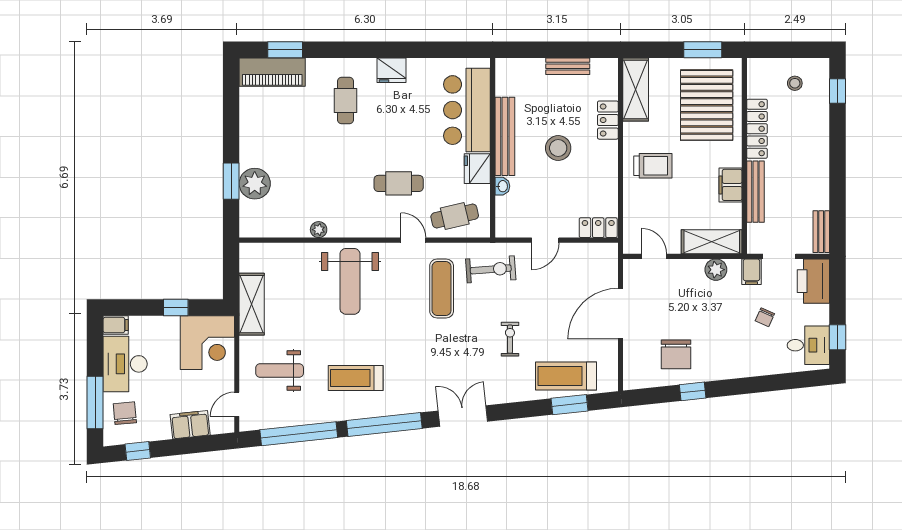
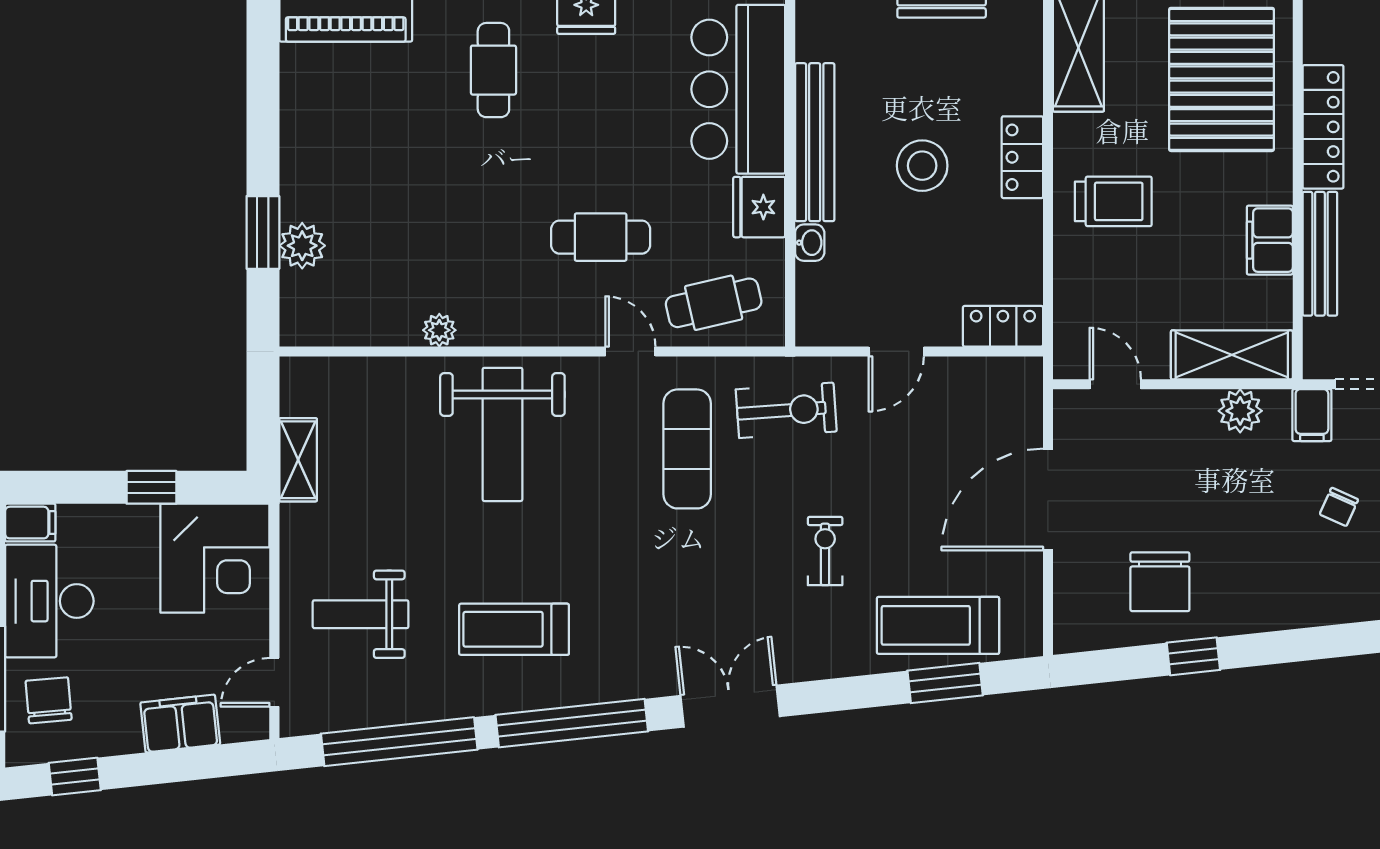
locker: (608, 120) -> (1022, 157), moved
plant: (255, 184) -> (302, 246), width x0.73, depth x0.73
shelving: (252, 304) -> (298, 460), width x0.67, depth x0.75

